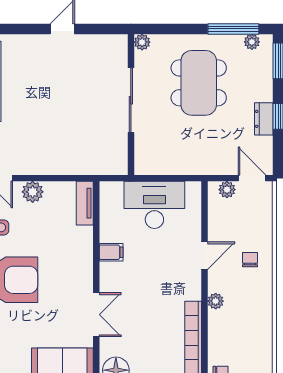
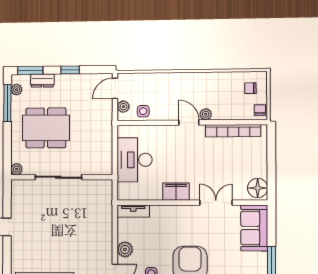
dresser: (264, 119) -> (42, 81), moved
side table: (220, 217) -> (143, 111), added
filing cabinet: (111, 252) -> (176, 192), width x2.00
door: (204, 256) -> (189, 123), moved
chair: (250, 260) -> (250, 88), moved

